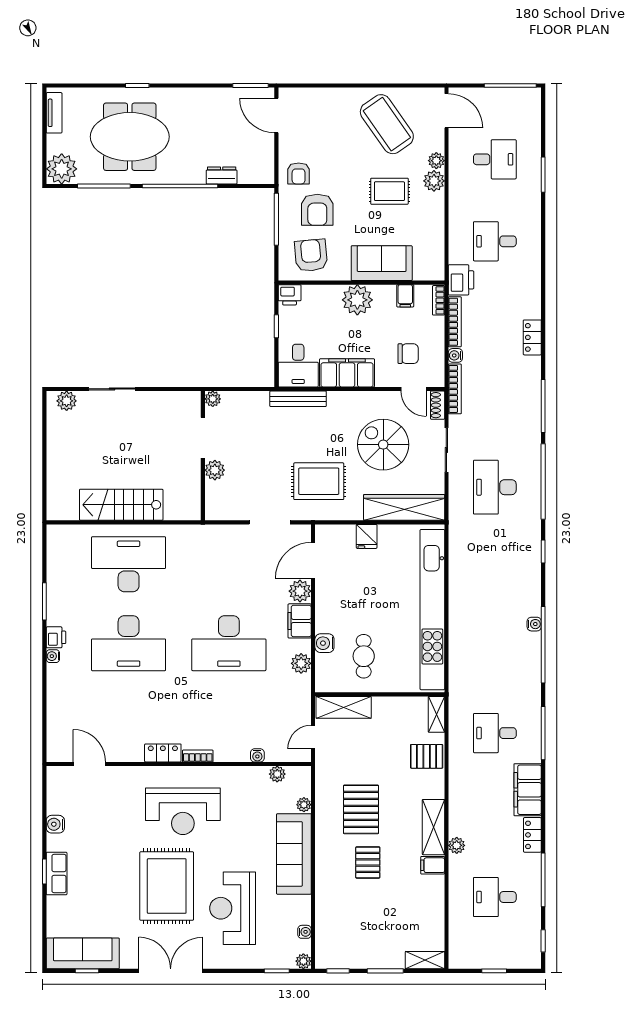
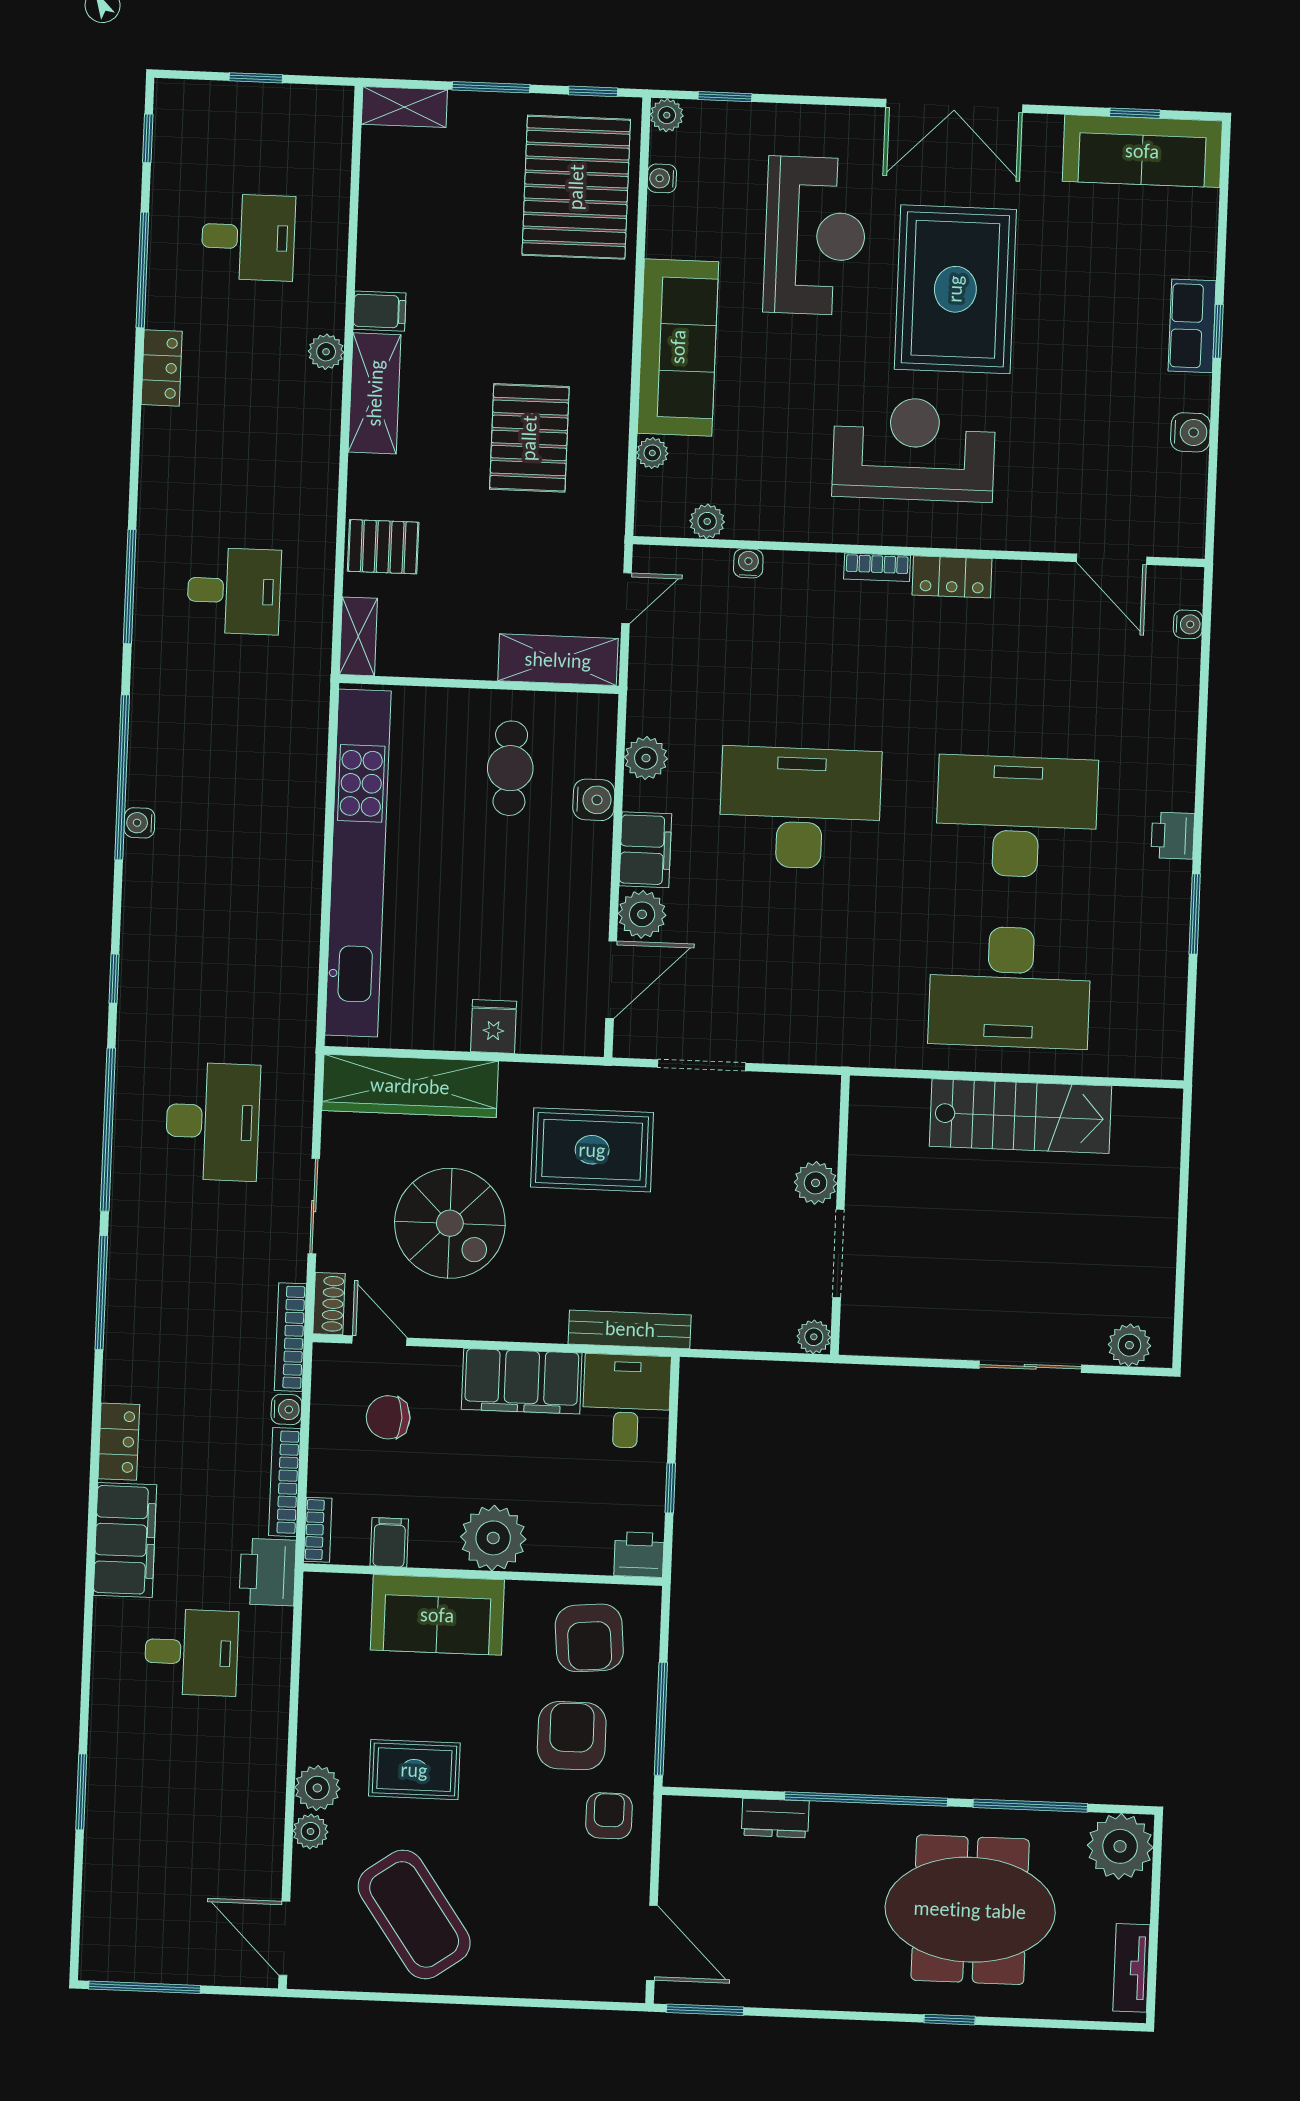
desk: (495, 159) -> (184, 1829), removed
water cooler: (53, 656) -> (1188, 624), moved
filing cabinet: (528, 790) -> (125, 1540), moved
pallet: (368, 862) -> (576, 187), moved, width x2.05, depth x2.00

